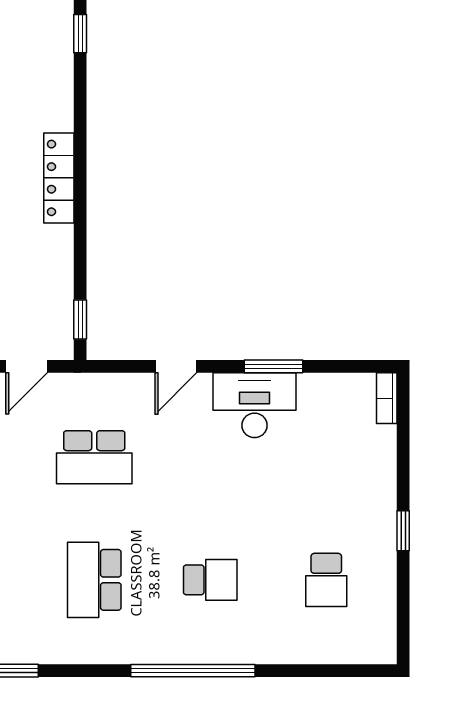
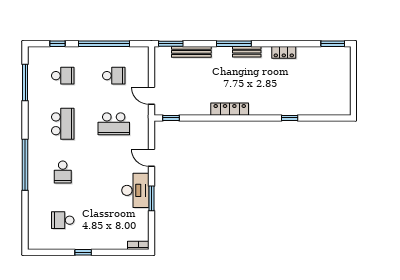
school desk: (94, 457) -> (114, 124), turned -90
school desk: (94, 580) -> (63, 124), turned 90

